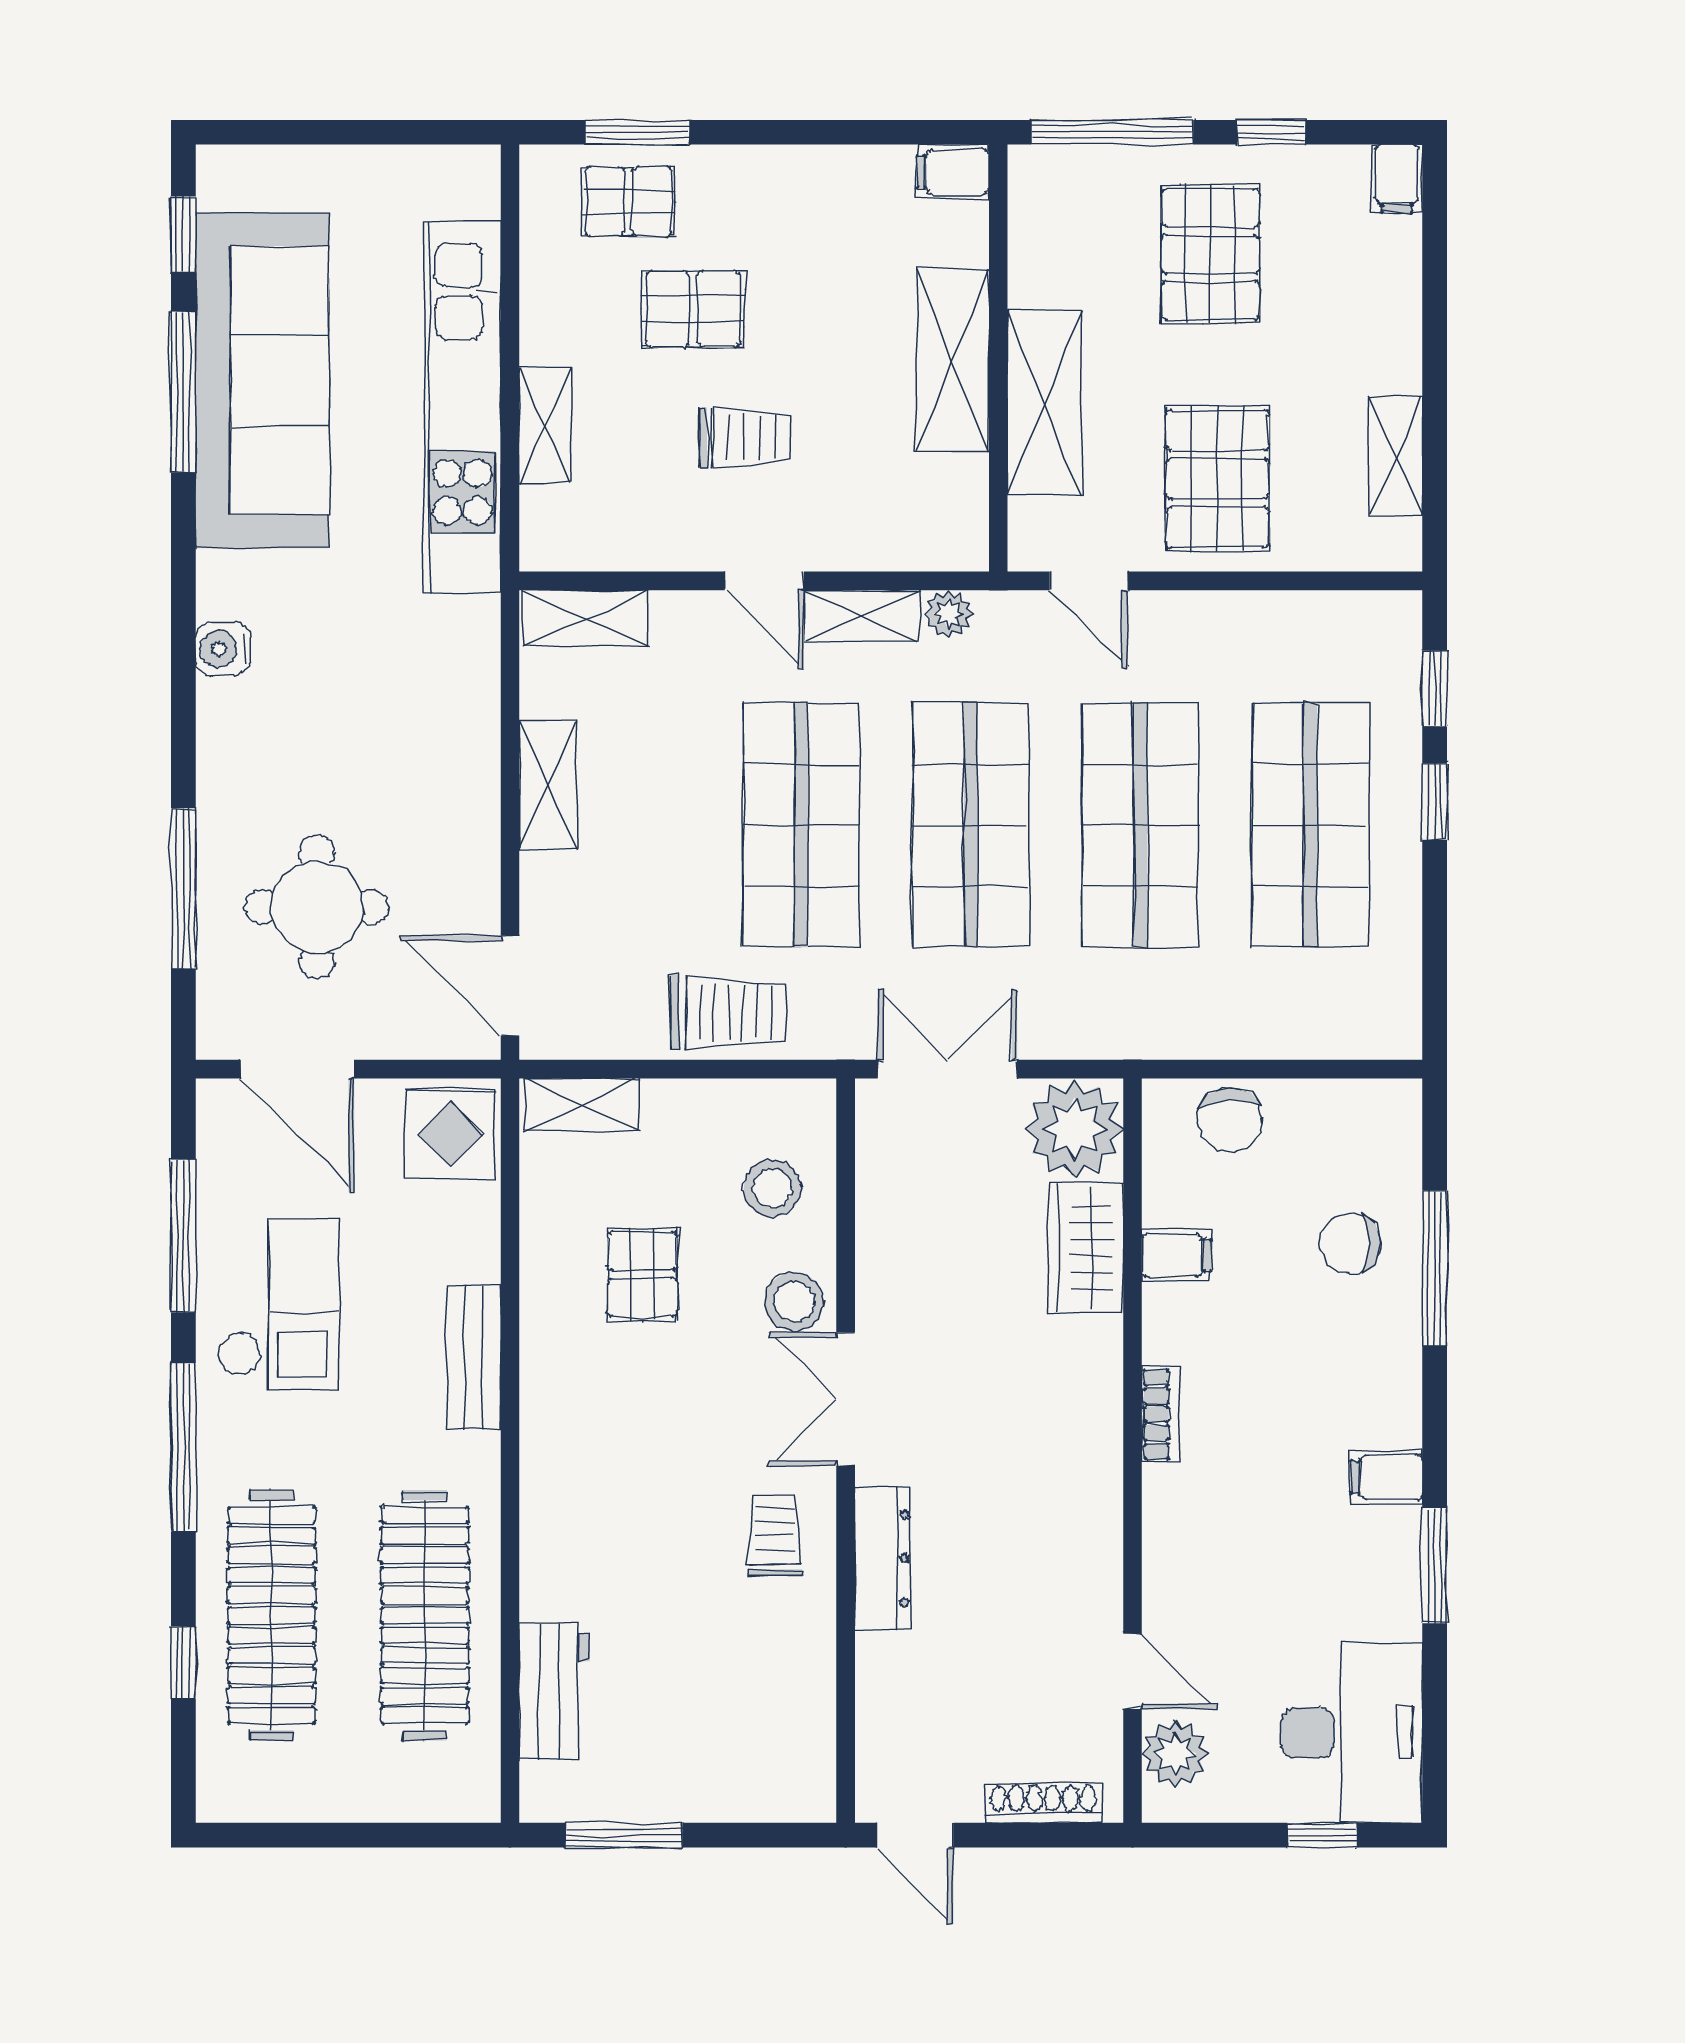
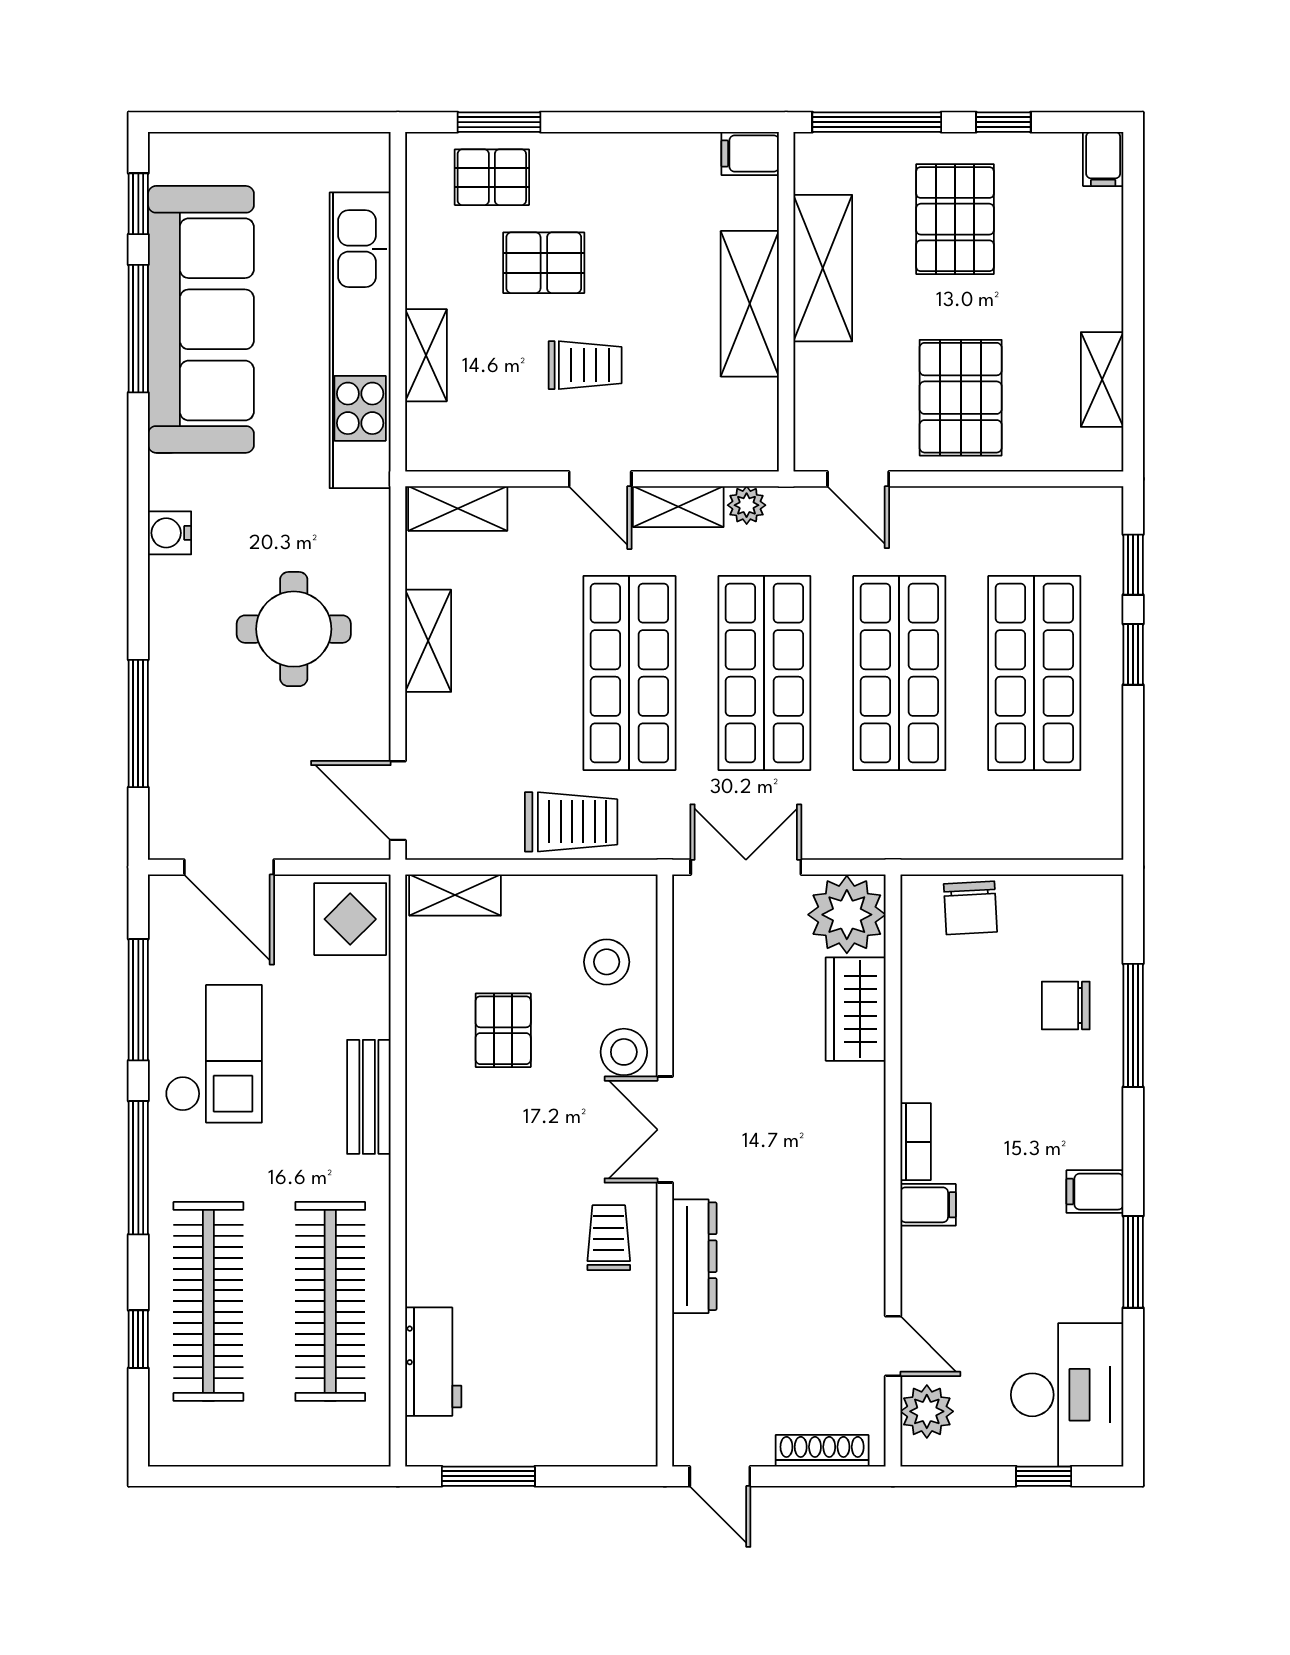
shelving: (1044, 403) -> (823, 268), moved
round table: (317, 907) -> (294, 629), moved
filing cabinet: (1177, 1255) -> (928, 1205), moved

